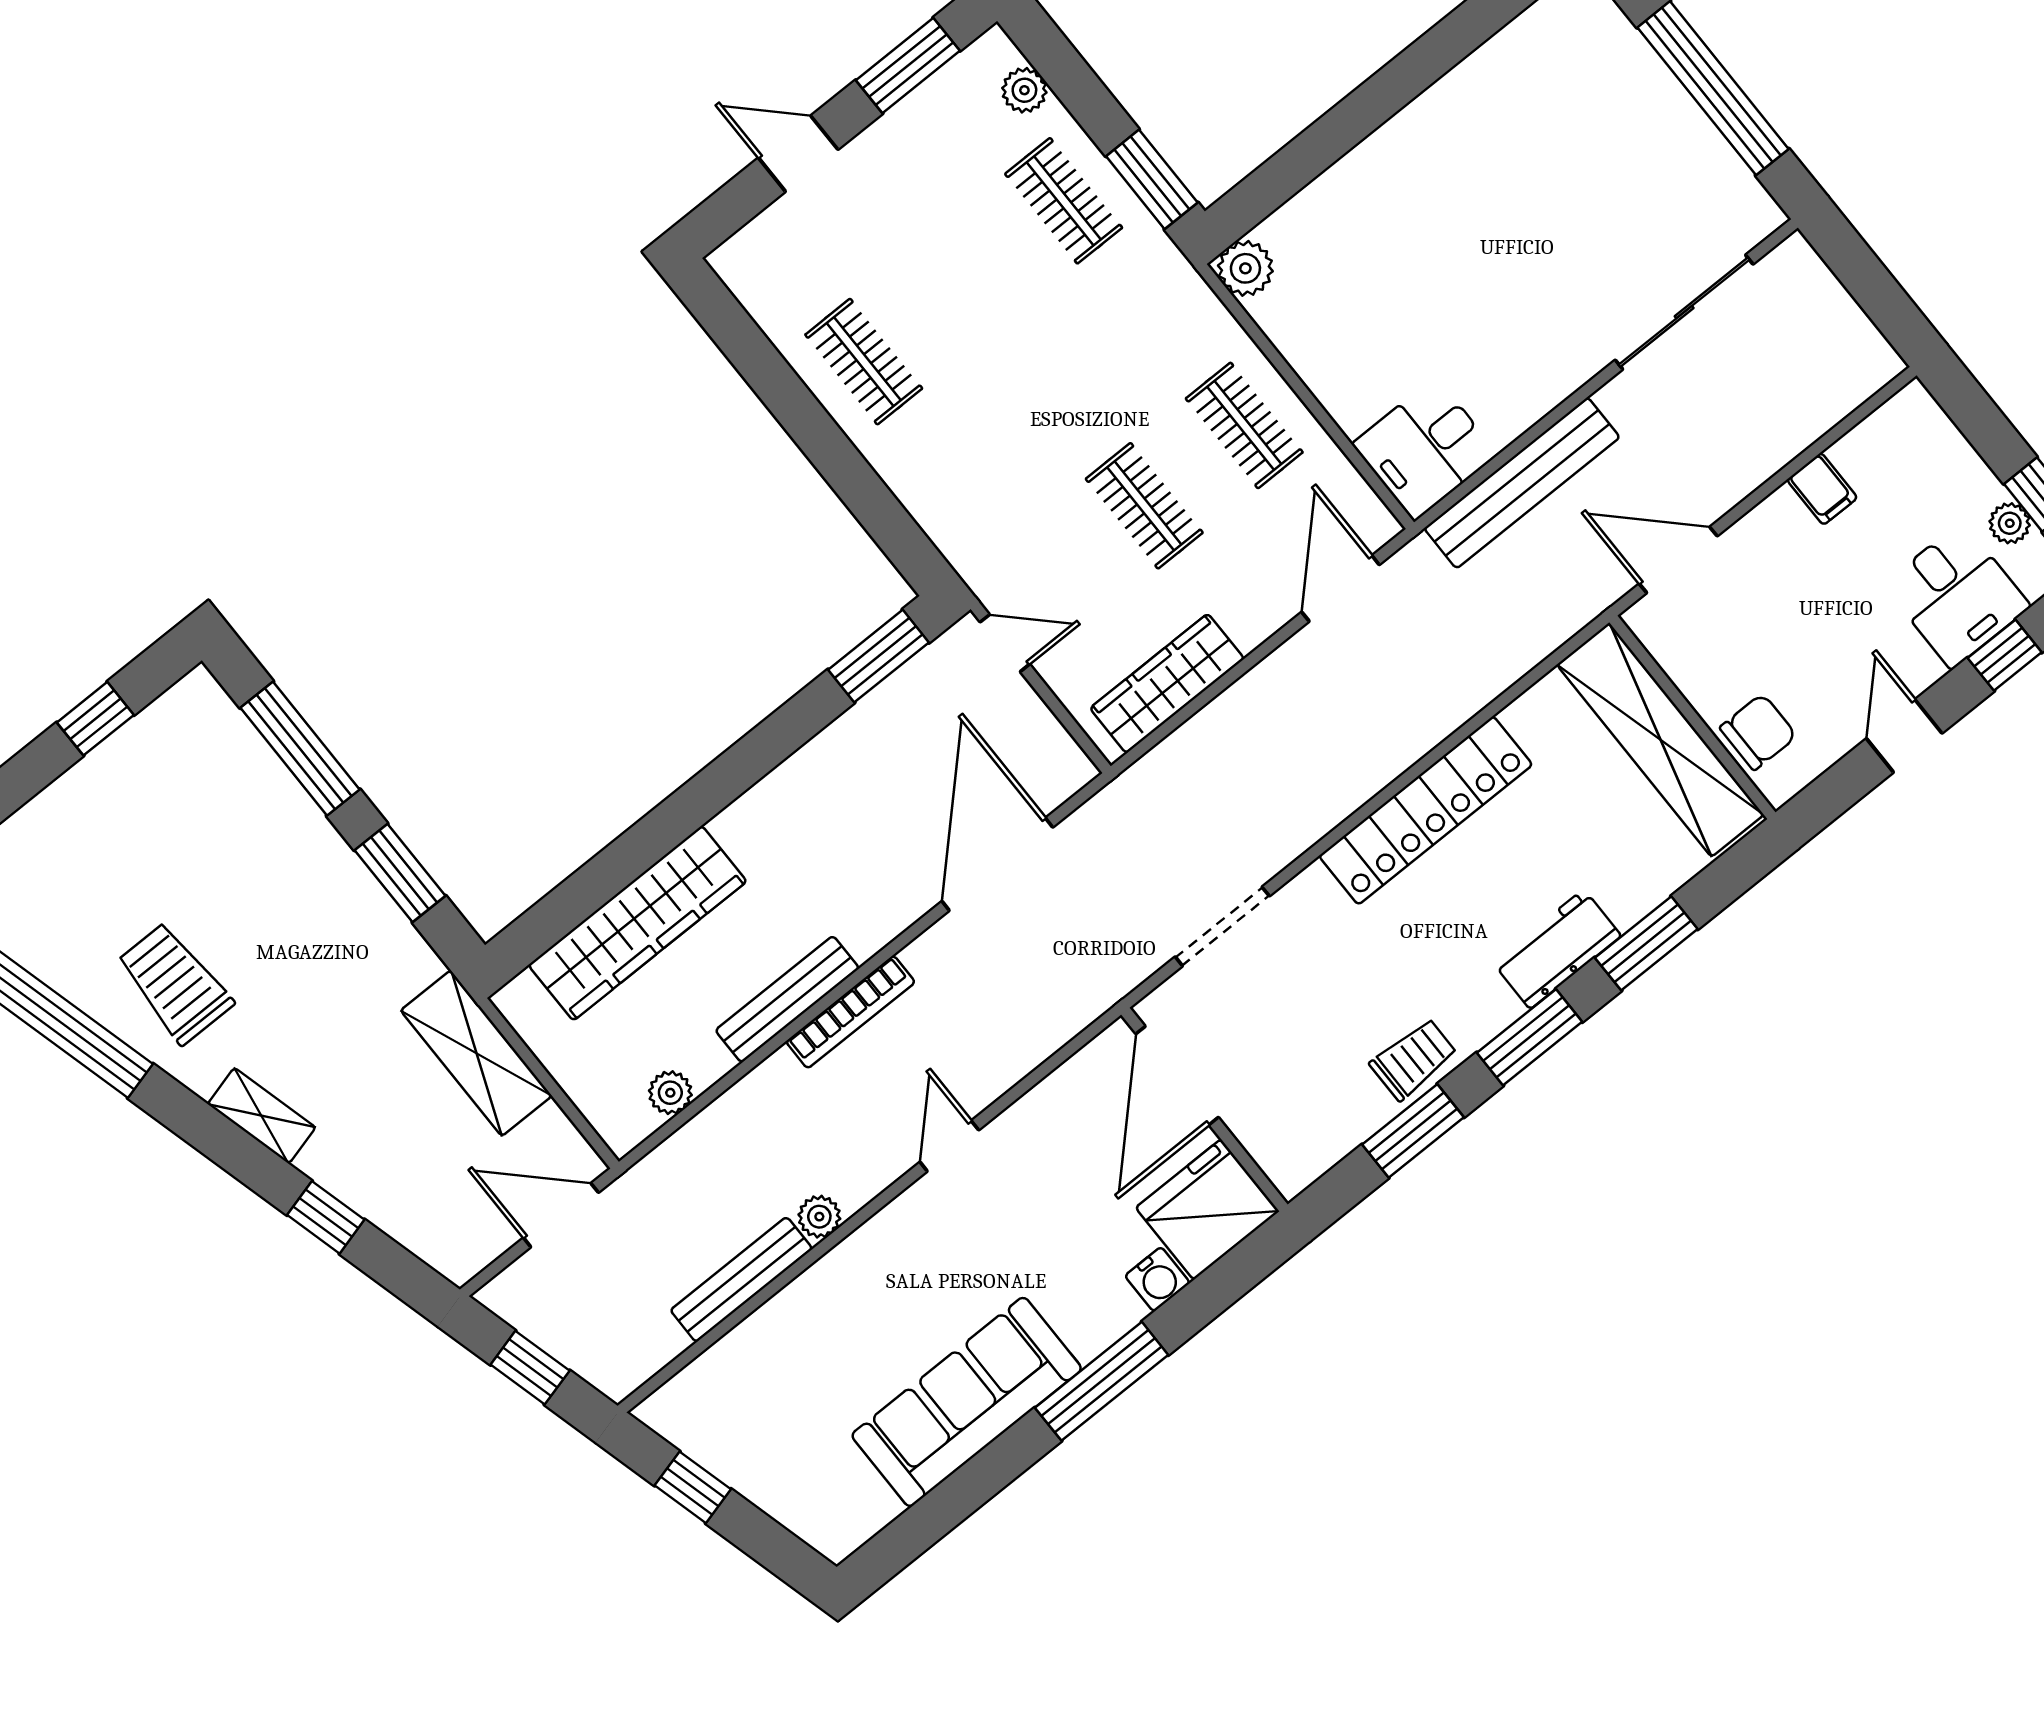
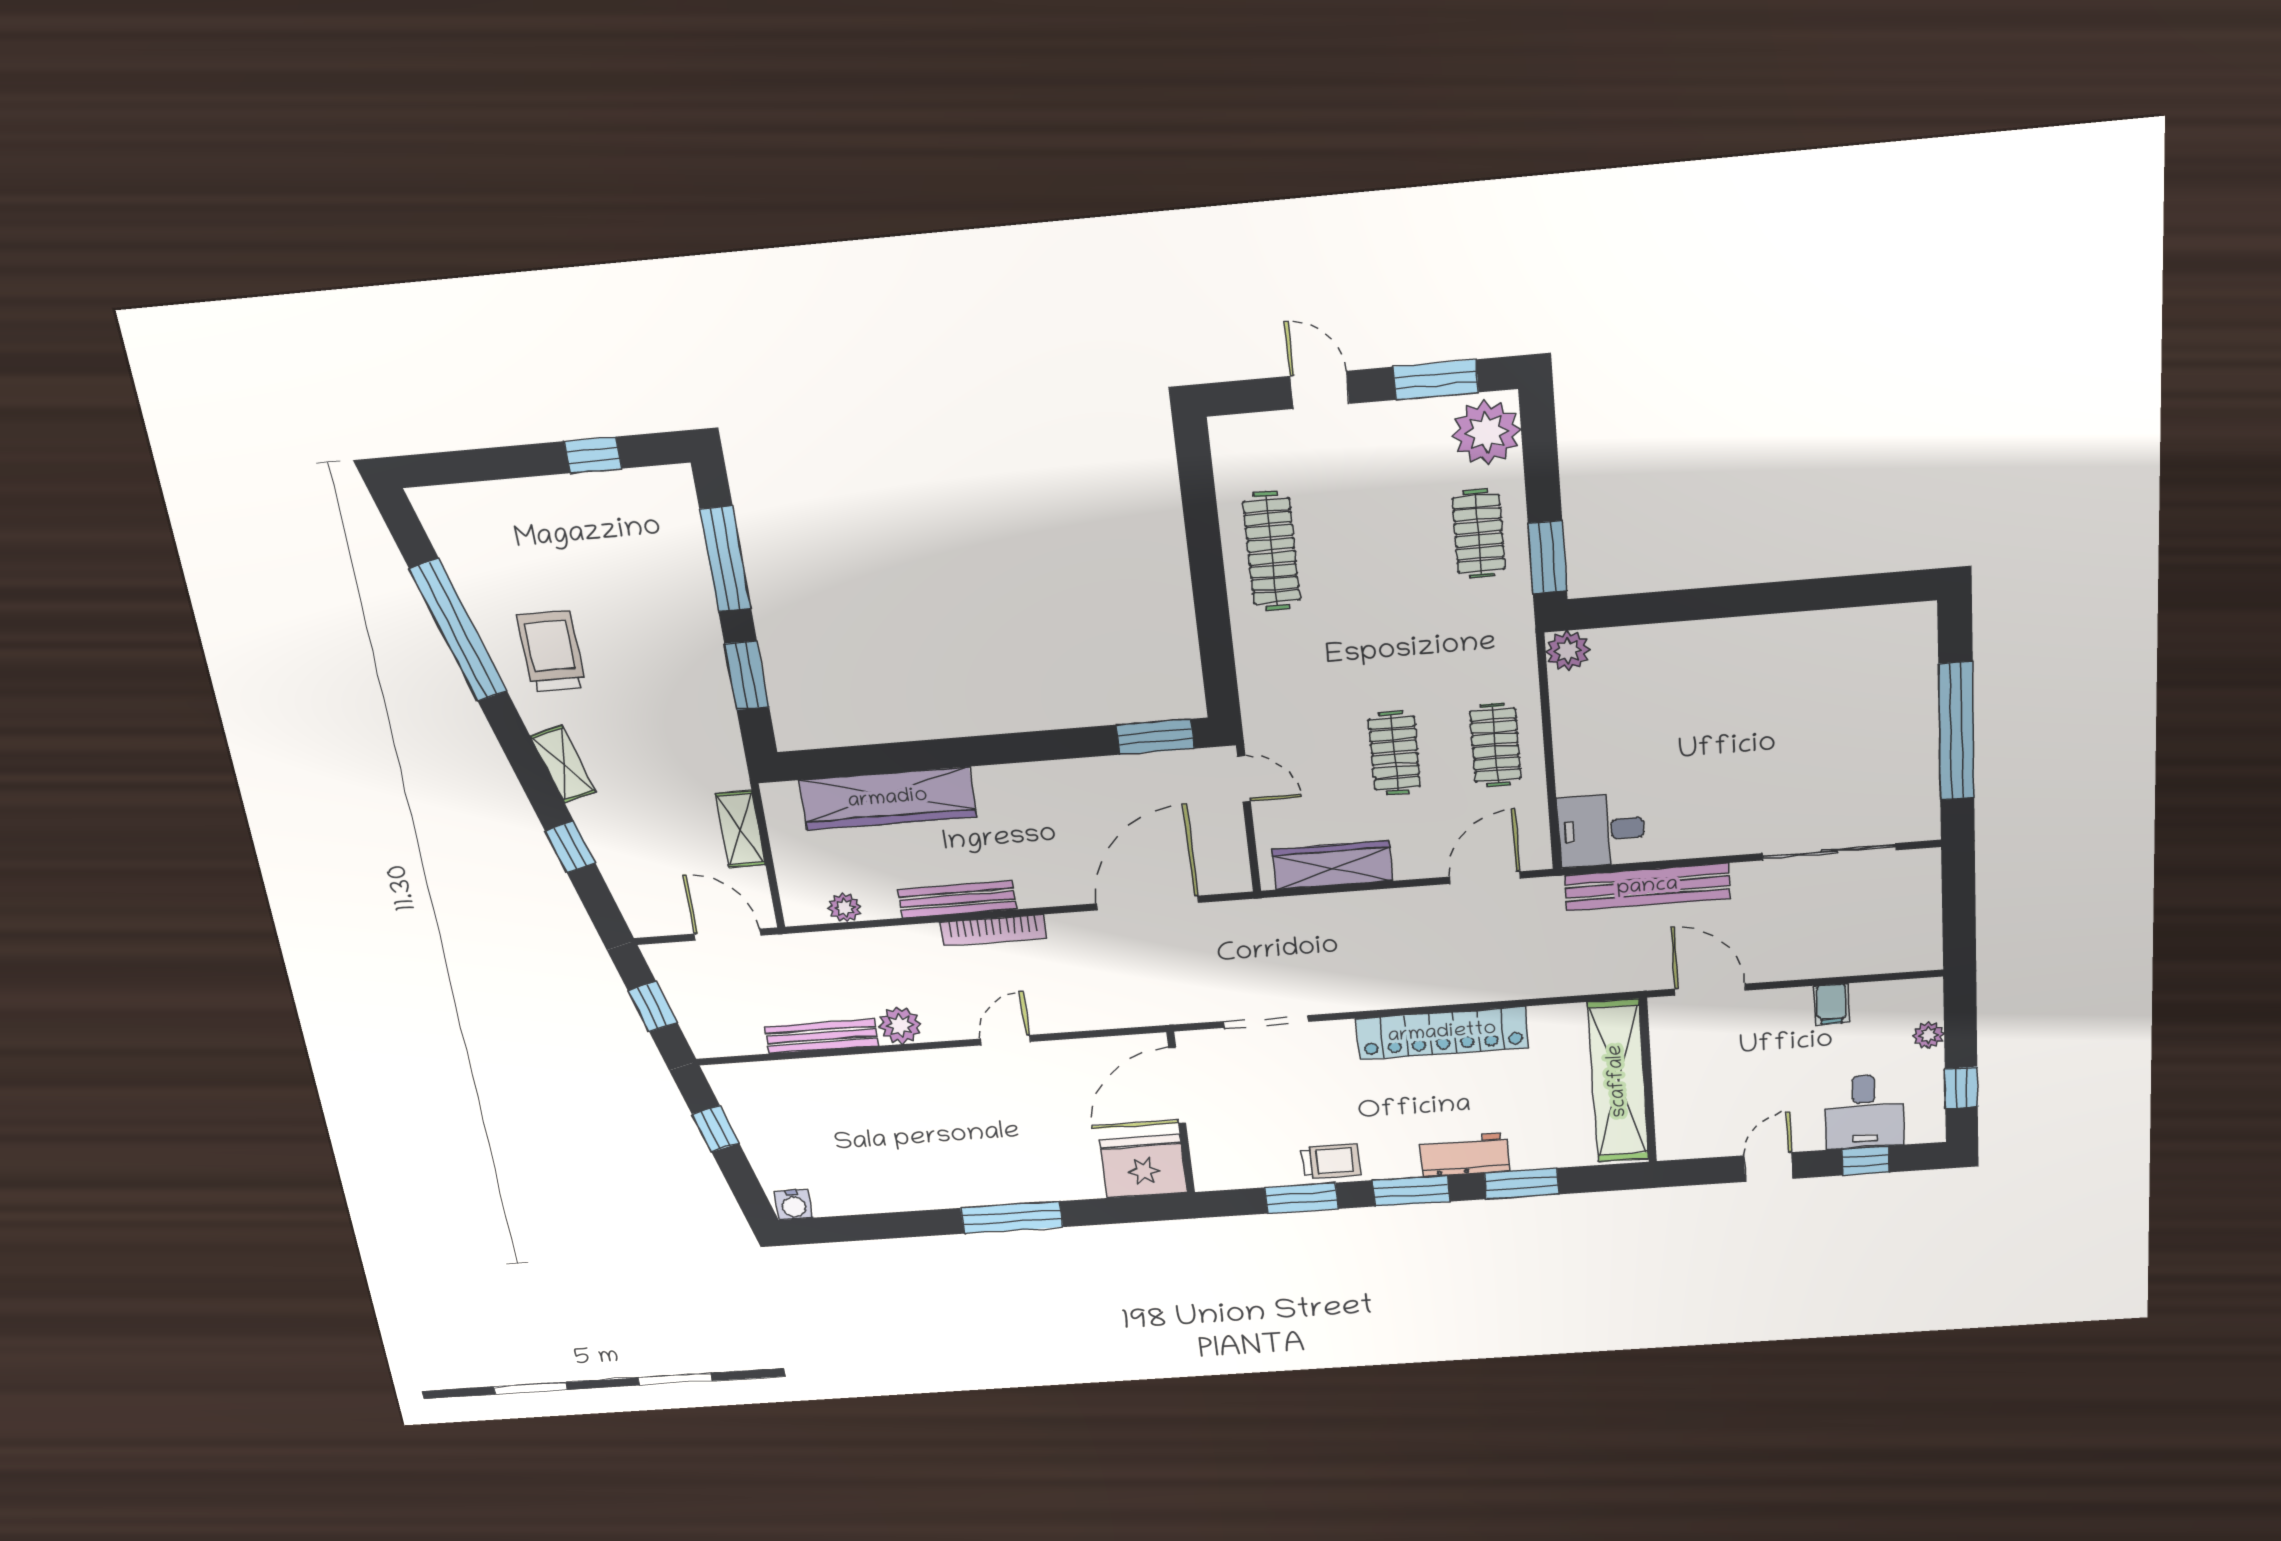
plant: (1024, 90) -> (1486, 432), width x1.88, depth x1.88
clothes rail: (864, 362) -> (1271, 551), width x1.36
plant: (2010, 523) -> (1929, 1035), moved
chair: (1758, 732) -> (1682, 1112), removed
shelving: (476, 1053) -> (740, 829), width x0.67, depth x0.75
plant: (819, 1217) -> (900, 1025), width x1.38, depth x1.38
water cooler: (1157, 1279) -> (794, 1205), moved
sofa: (967, 1402) -> (920, 1181), removed

